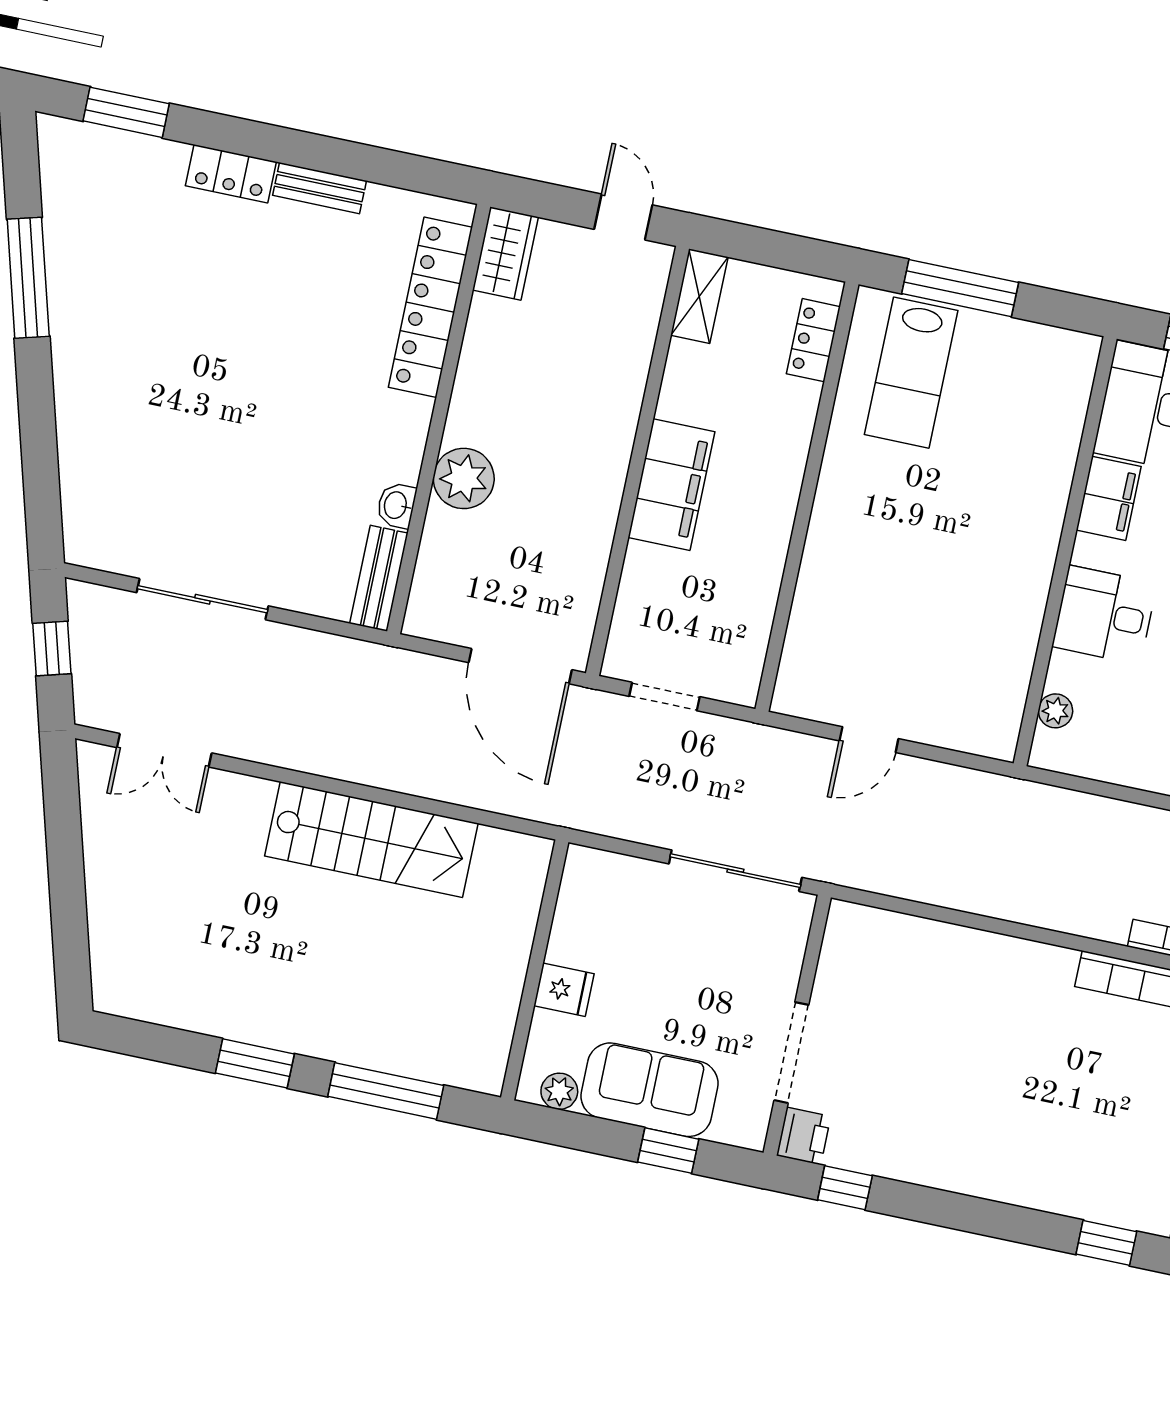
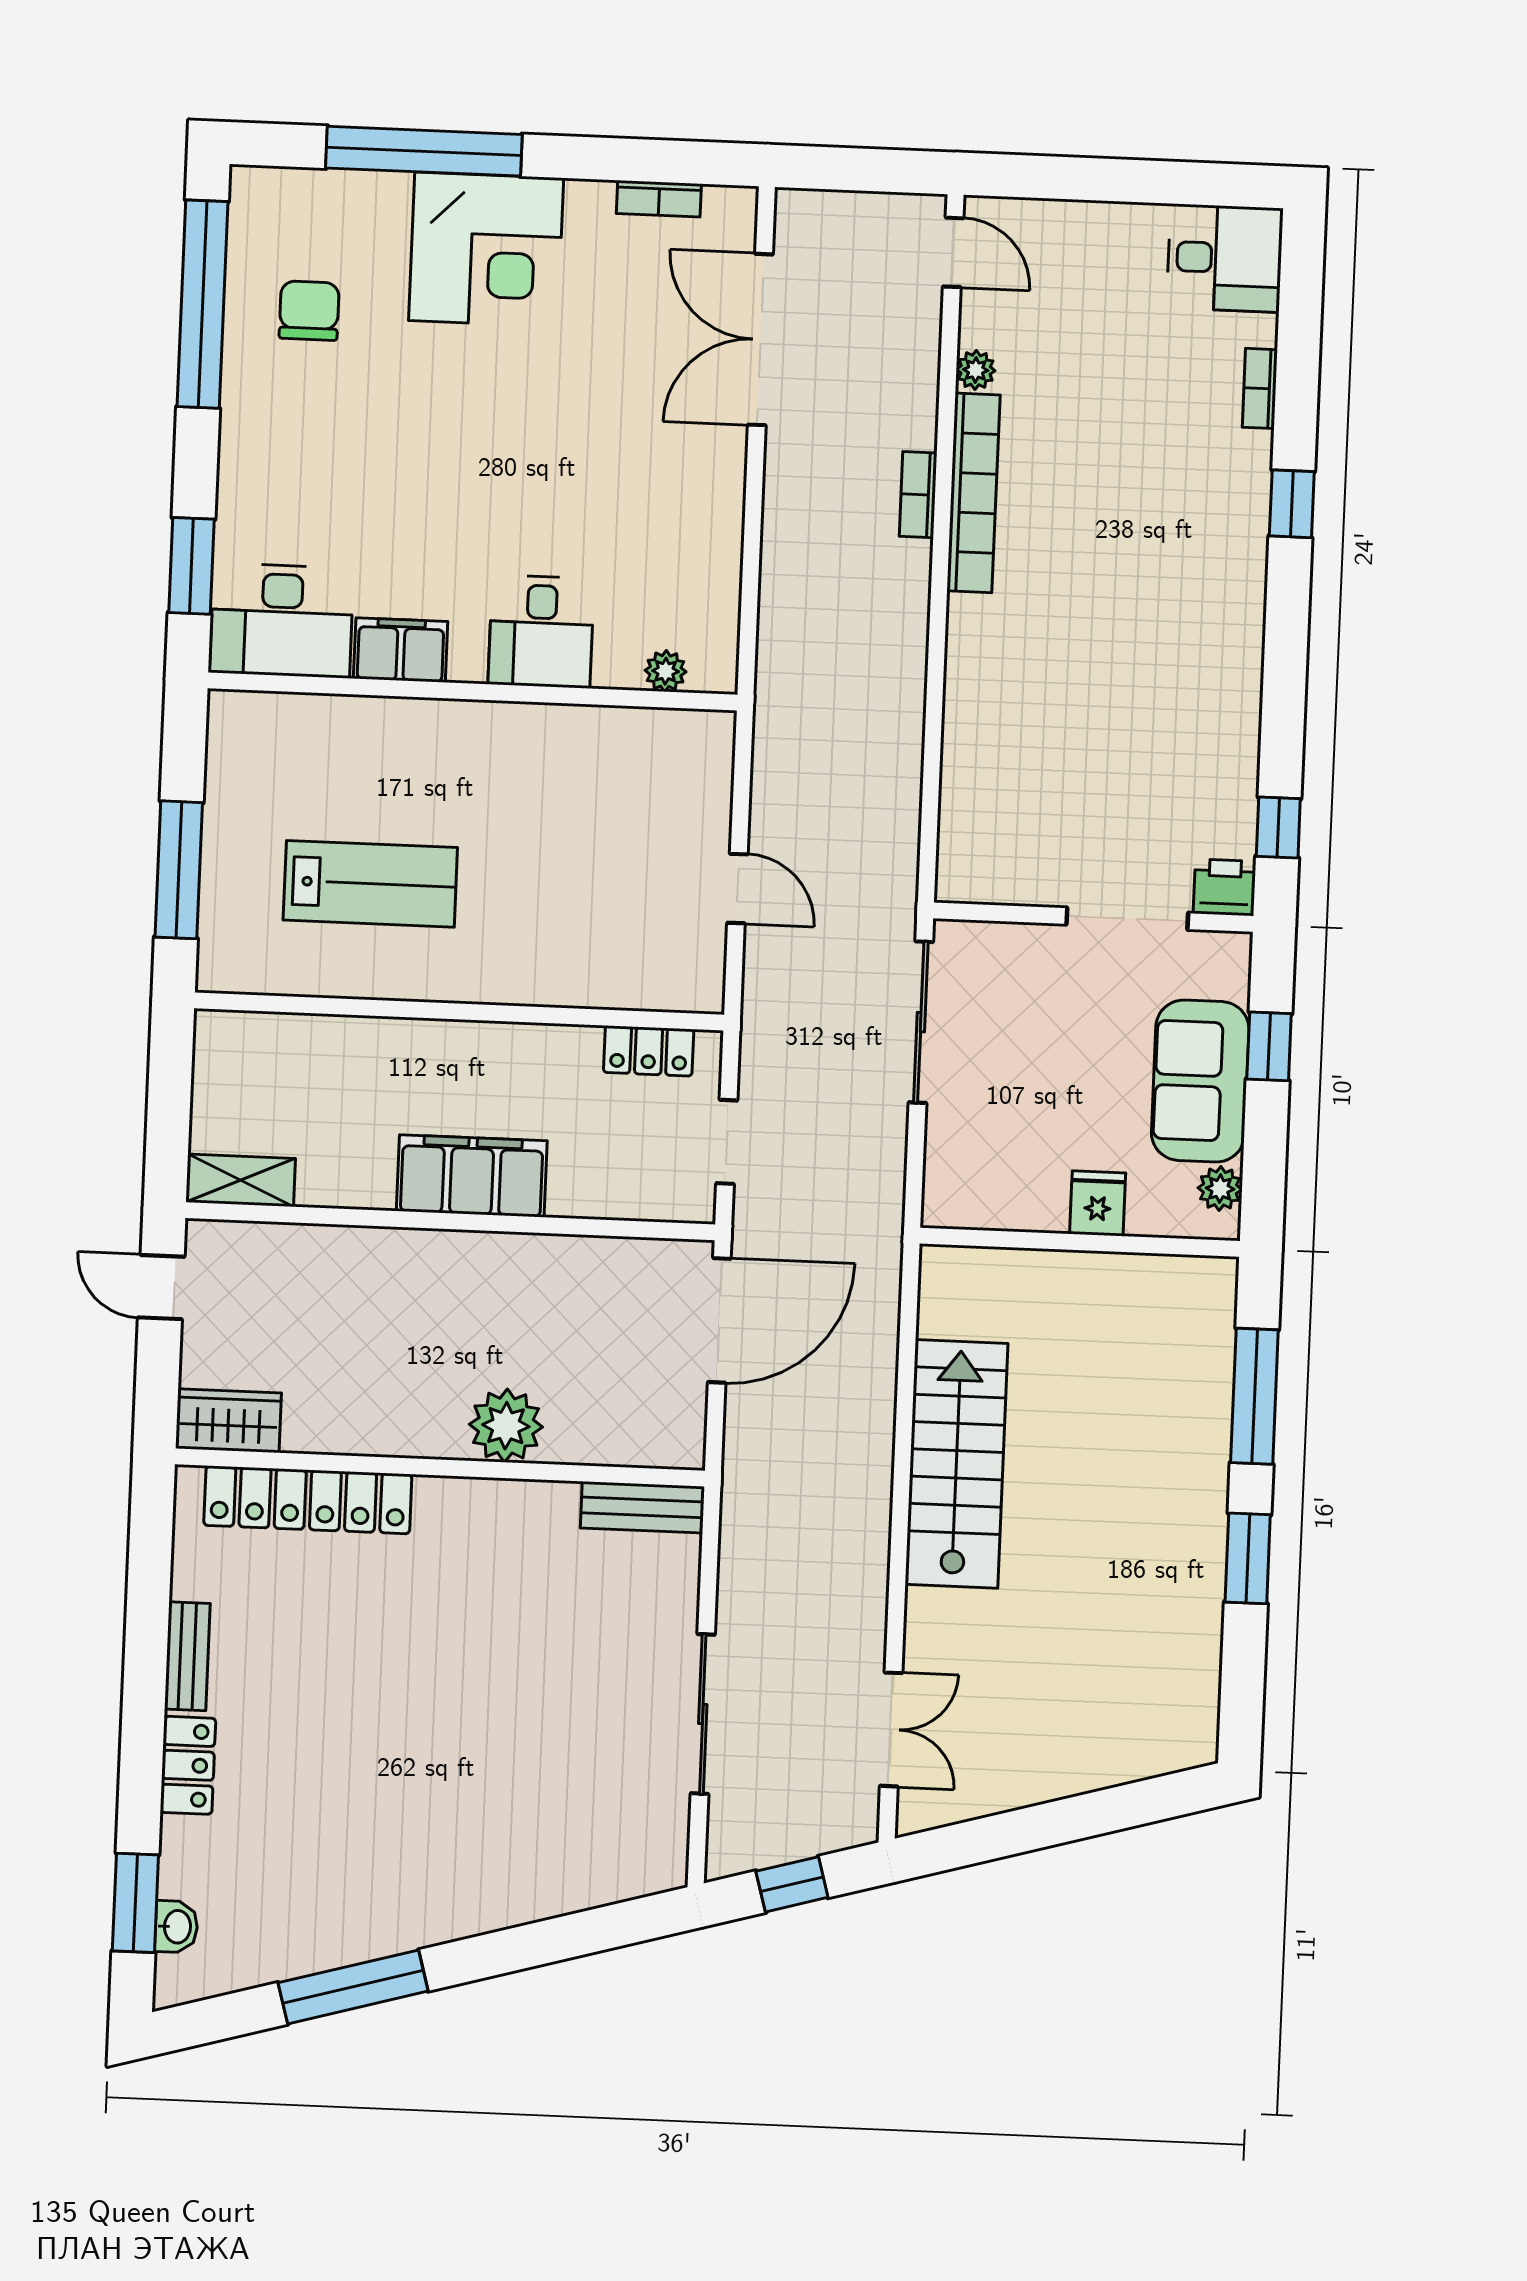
door: (623, 217) -> (161, 1287), hinge flipped
locker: (813, 340) -> (649, 1051), moved
lab bench: (911, 373) -> (370, 884), moved
washbasin: (396, 505) -> (176, 1927), moved, turned -90

